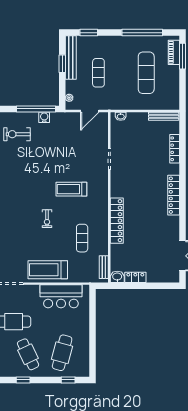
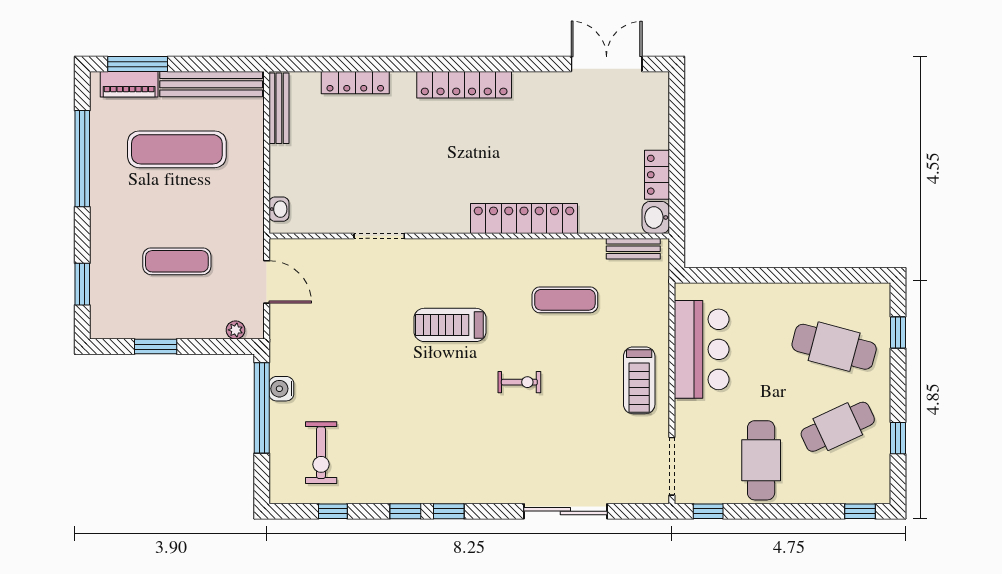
bench: (71, 58) -> (211, 84), moved
treadmill: (71, 189) -> (450, 325), turned 90
treadmill: (48, 270) -> (639, 380), width x0.73, depth x0.73

